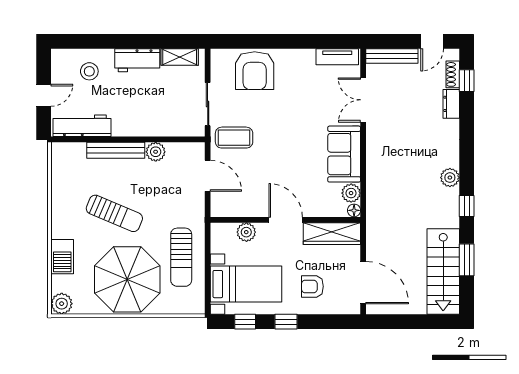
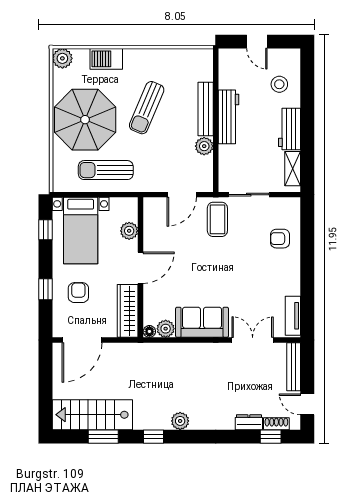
armchair: (255, 71) -> (280, 239), width x0.53, depth x0.53
workbench: (82, 126) -> (228, 117), moved
window: (286, 322) -> (46, 289), moved

